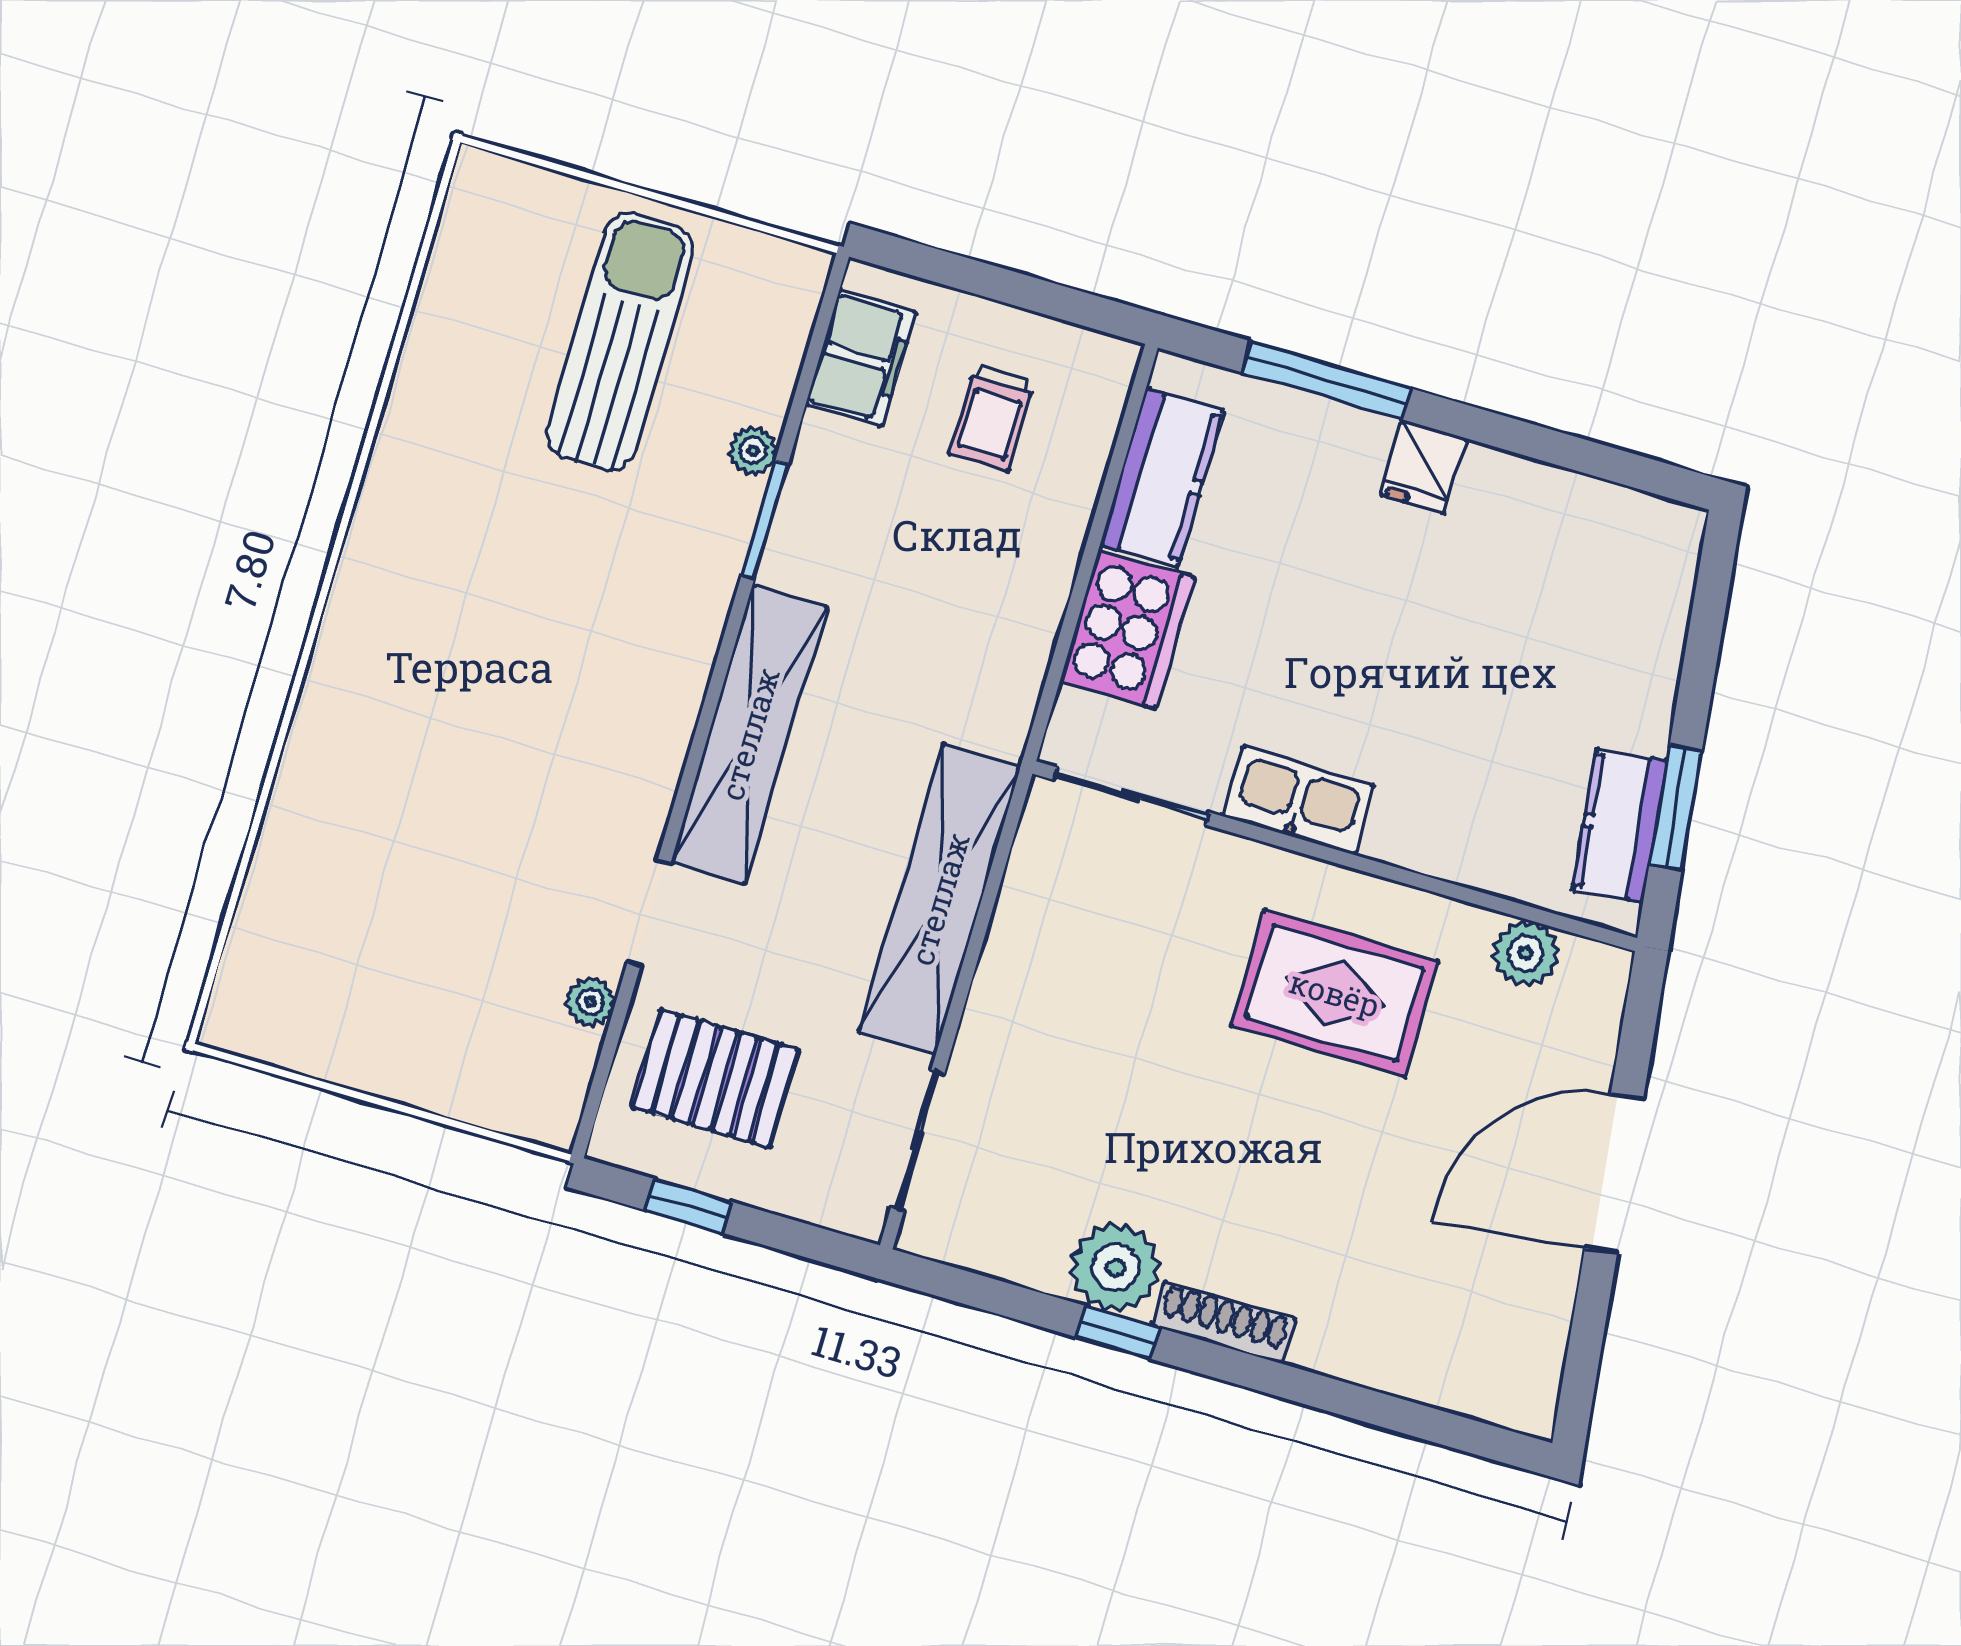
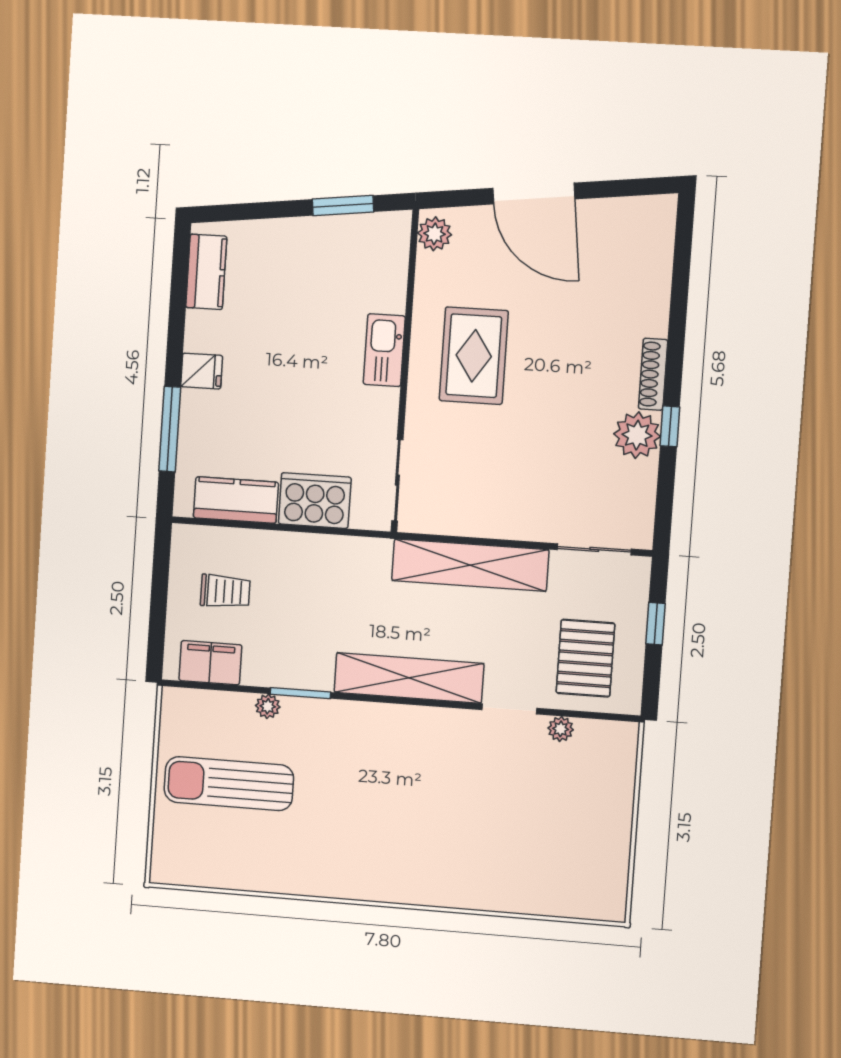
kitchen sink: (1298, 801) -> (384, 350), moved
kitchen counter: (1620, 826) -> (206, 272), moved, turned -83
plant: (1526, 953) -> (435, 234), moved
window: (688, 1206) -> (656, 624), moved

